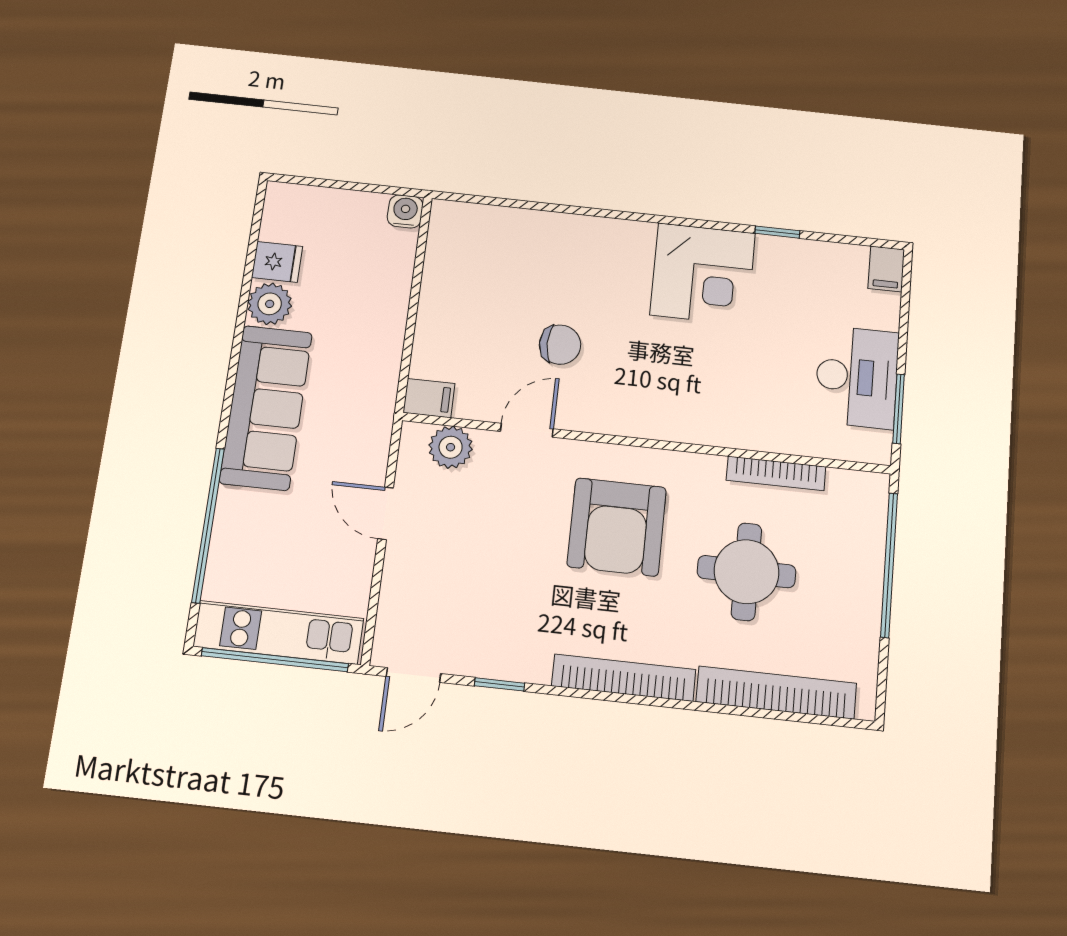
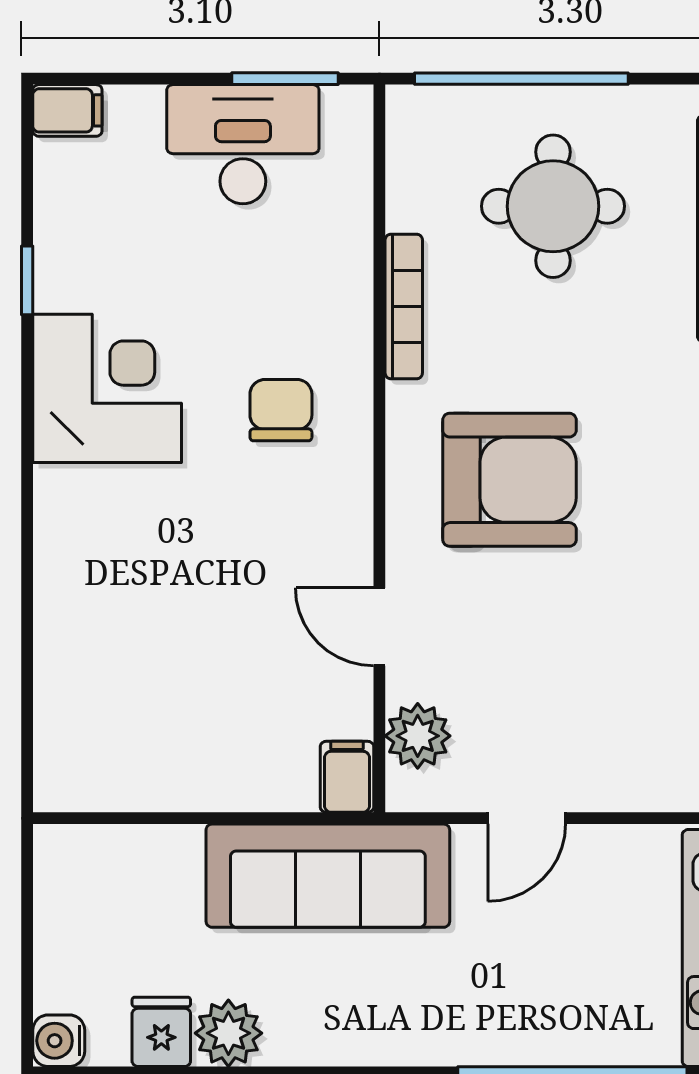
water cooler: (405, 211) -> (59, 1041), moved
chair: (560, 345) -> (281, 410), moved
sofa: (266, 407) -> (328, 876), moved, turned 180
bookcase: (776, 473) -> (404, 306), moved
round table: (746, 572) -> (553, 206), moved

